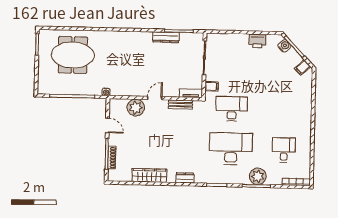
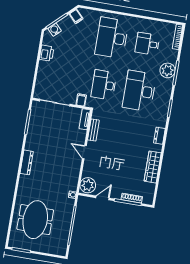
dresser: (166, 37) -> (27, 162), moved
plant: (136, 108) -> (88, 185), moved
desk: (285, 110) -> (112, 38), added

